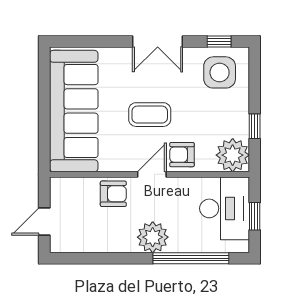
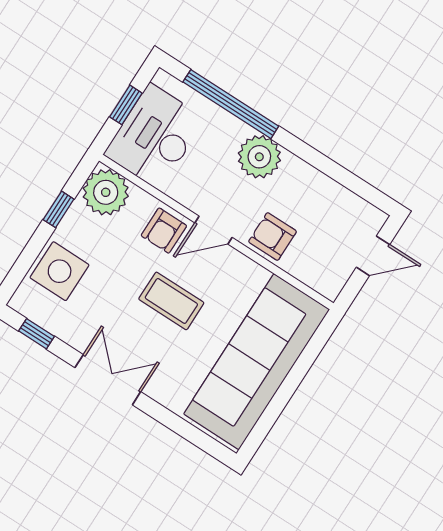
side table: (220, 72) -> (60, 271), moved
armchair: (182, 155) -> (164, 231), turned 90

